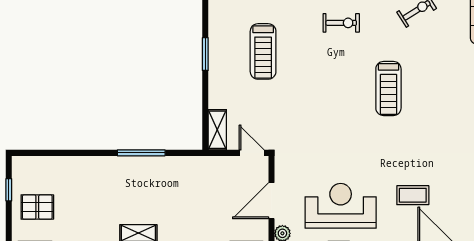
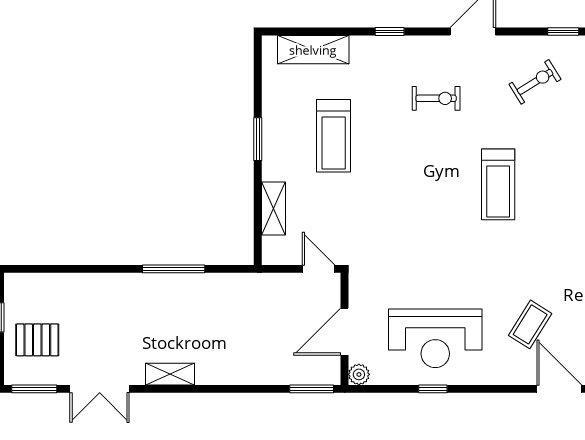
shelving: (217, 130) -> (274, 208), moved
coffee table: (413, 195) -> (530, 324), turned -58
reception desk: (341, 206) -> (435, 338), turned 180

